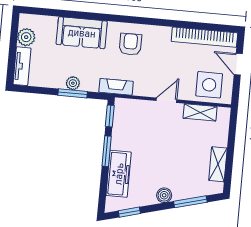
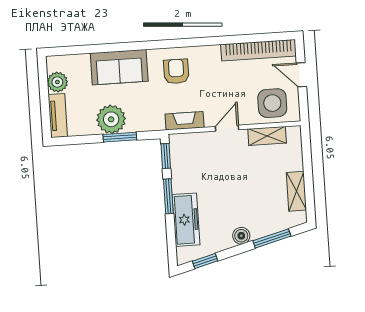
plant: (73, 83) -> (111, 119), width x1.87, depth x1.87
fireplace: (116, 87) -> (185, 121), moved

